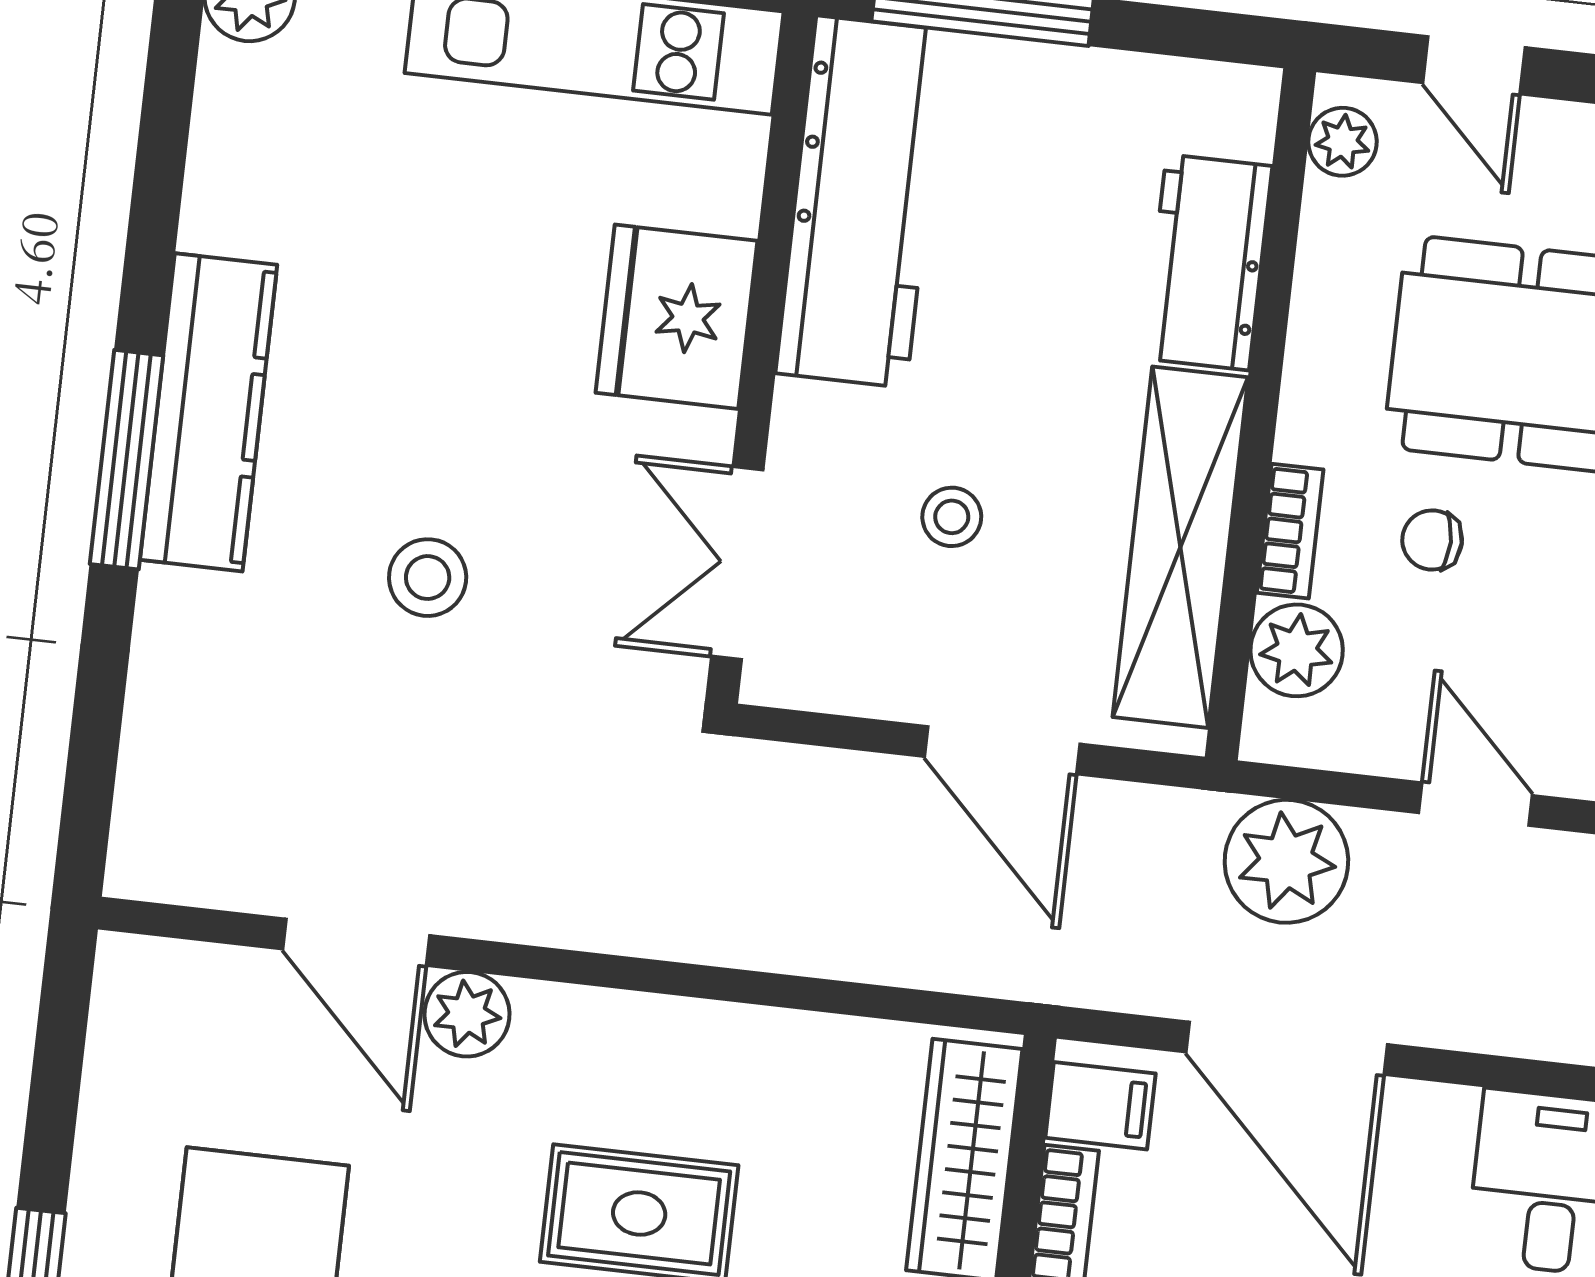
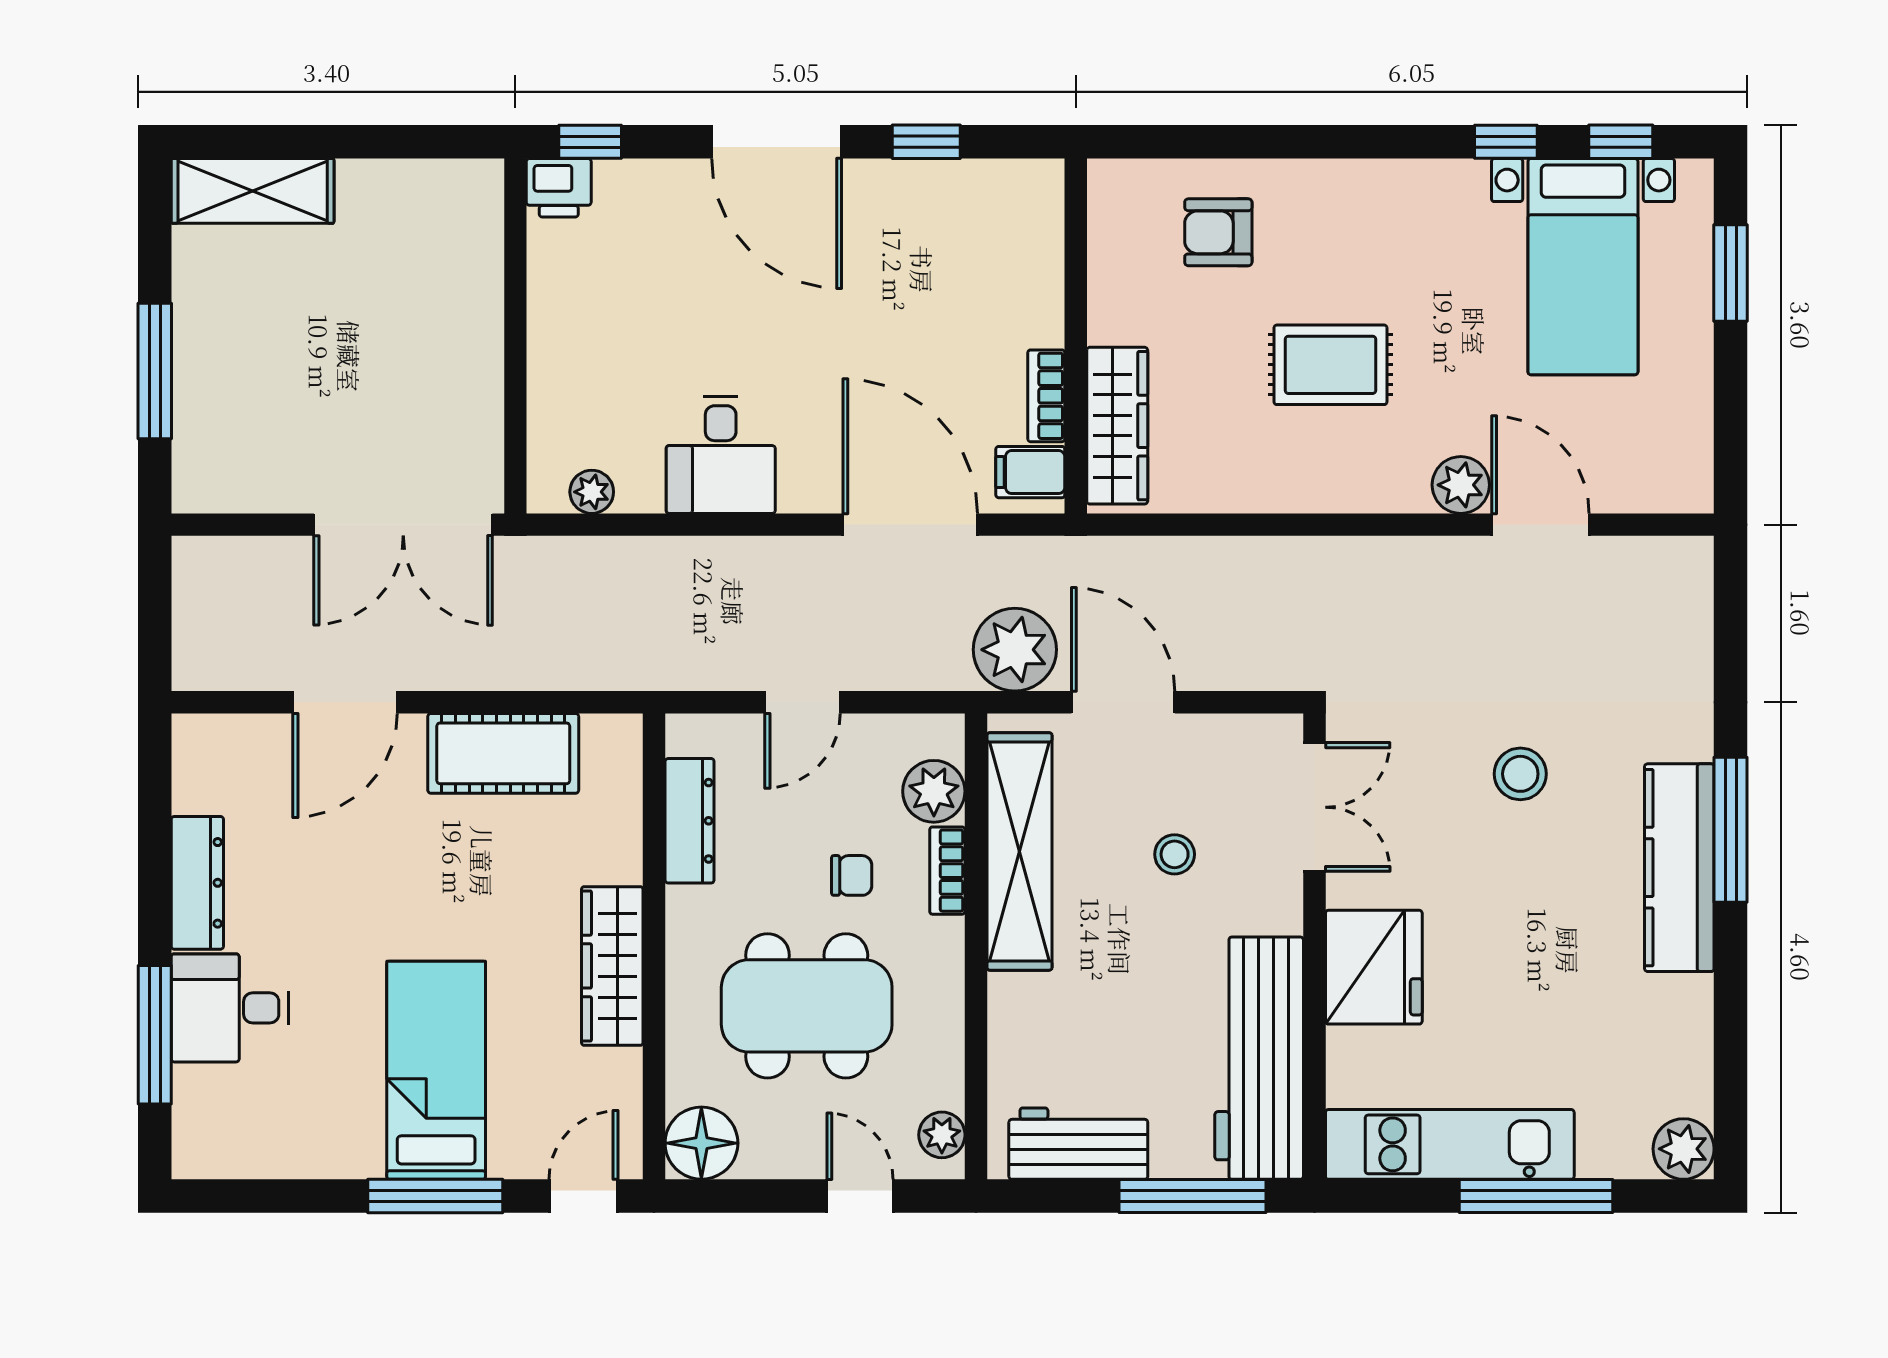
workbench: (1208, 262) -> (1078, 1144), moved, turned -90
door: (1476, 804) -> (803, 702), hinge flipped
plant: (1286, 861) -> (1015, 650), moved

